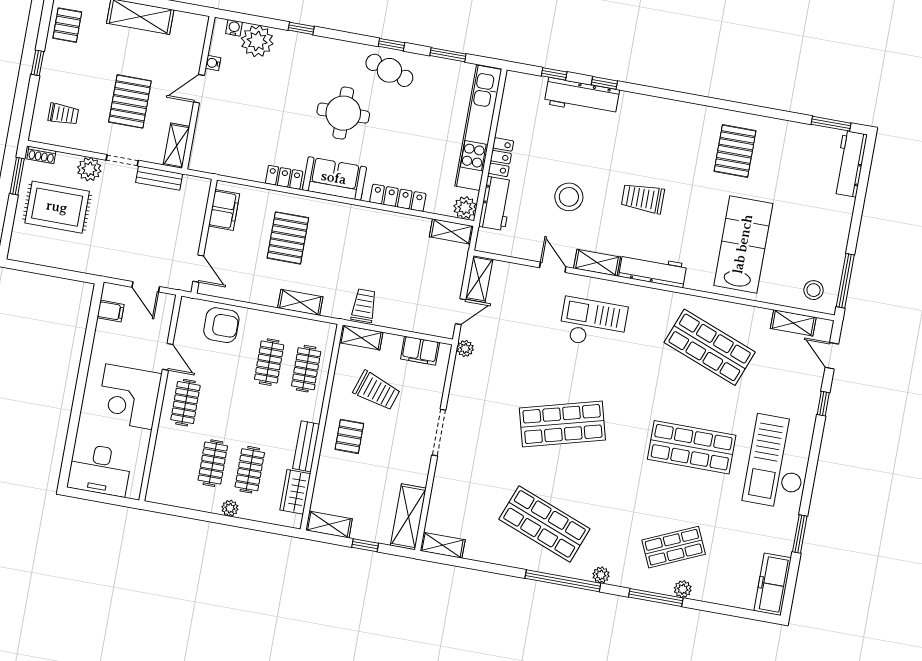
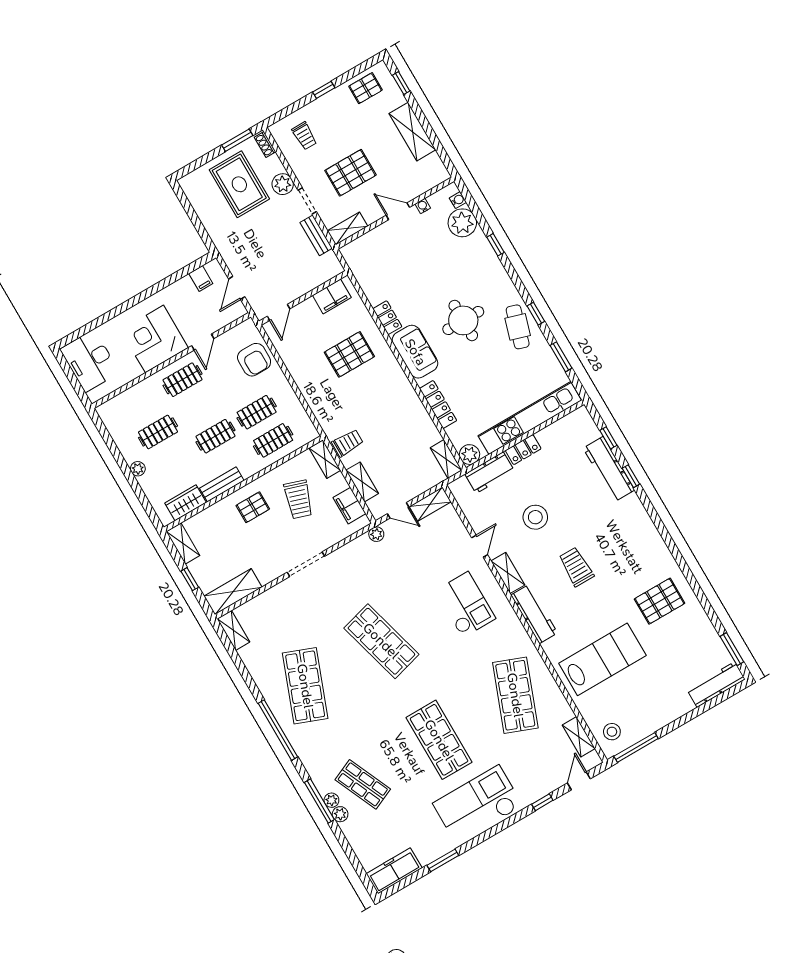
shelving: (300, 302) -> (362, 482), moved
clothes rail: (250, 470) -> (216, 436), moved
plant: (601, 575) -> (331, 800), moved

